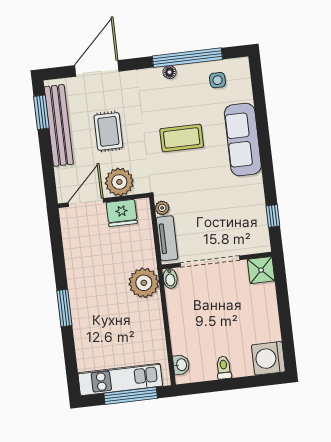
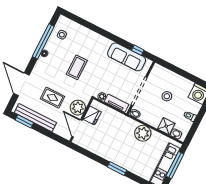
sofa: (243, 140) -> (127, 57), moved
shower: (261, 270) -> (166, 126), moved
plant: (144, 283) -> (143, 133), moved
stool: (231, 310) -> (167, 96), added

